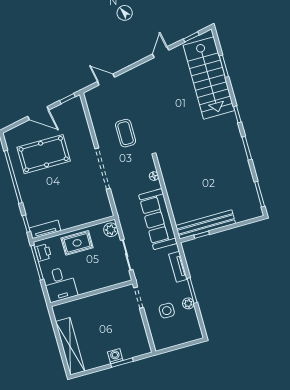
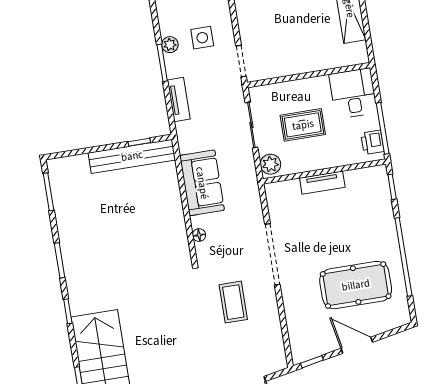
sofa: (158, 219) -> (202, 183), width x0.73
tv unit: (45, 229) -> (322, 183), moved
rug: (77, 243) -> (303, 125), moved

